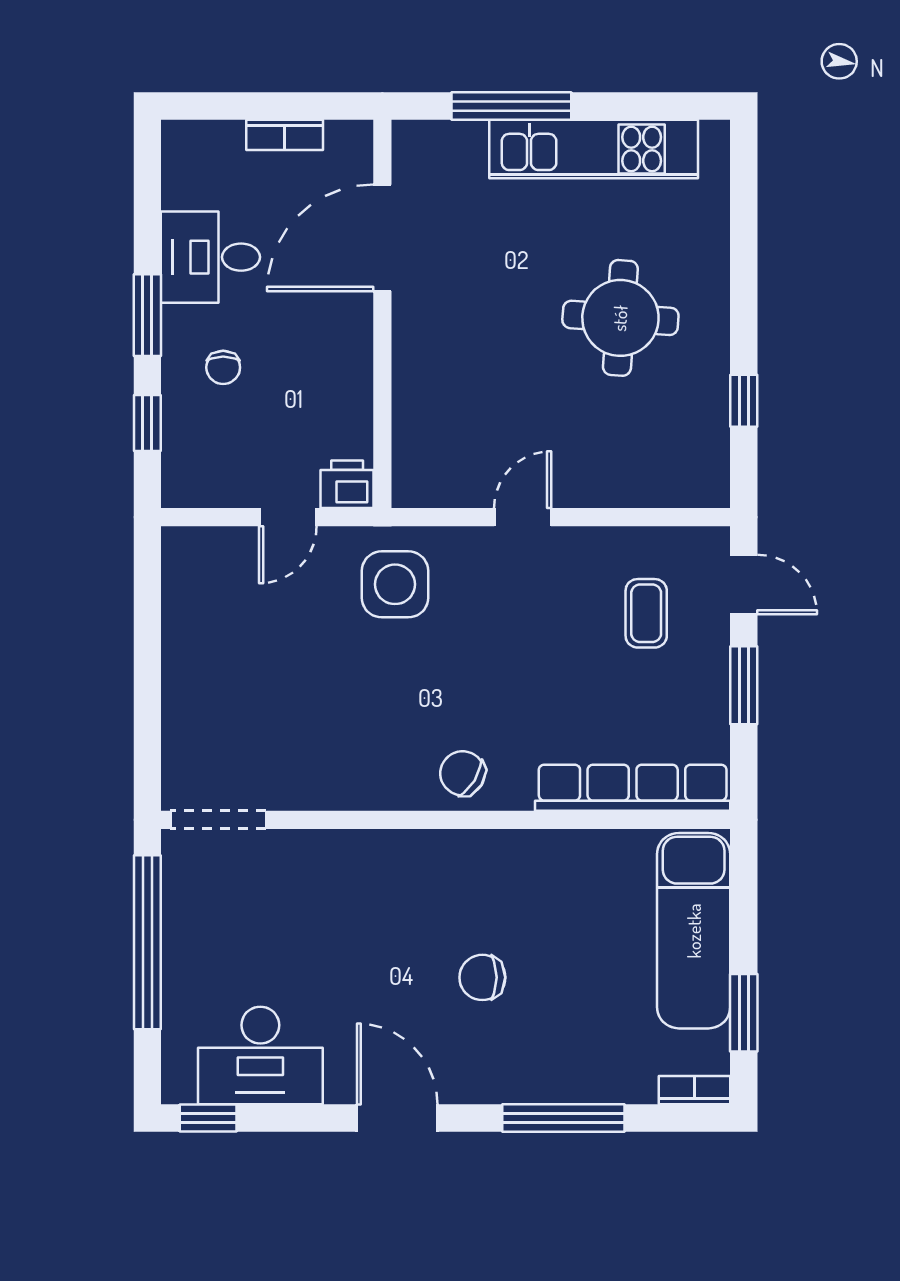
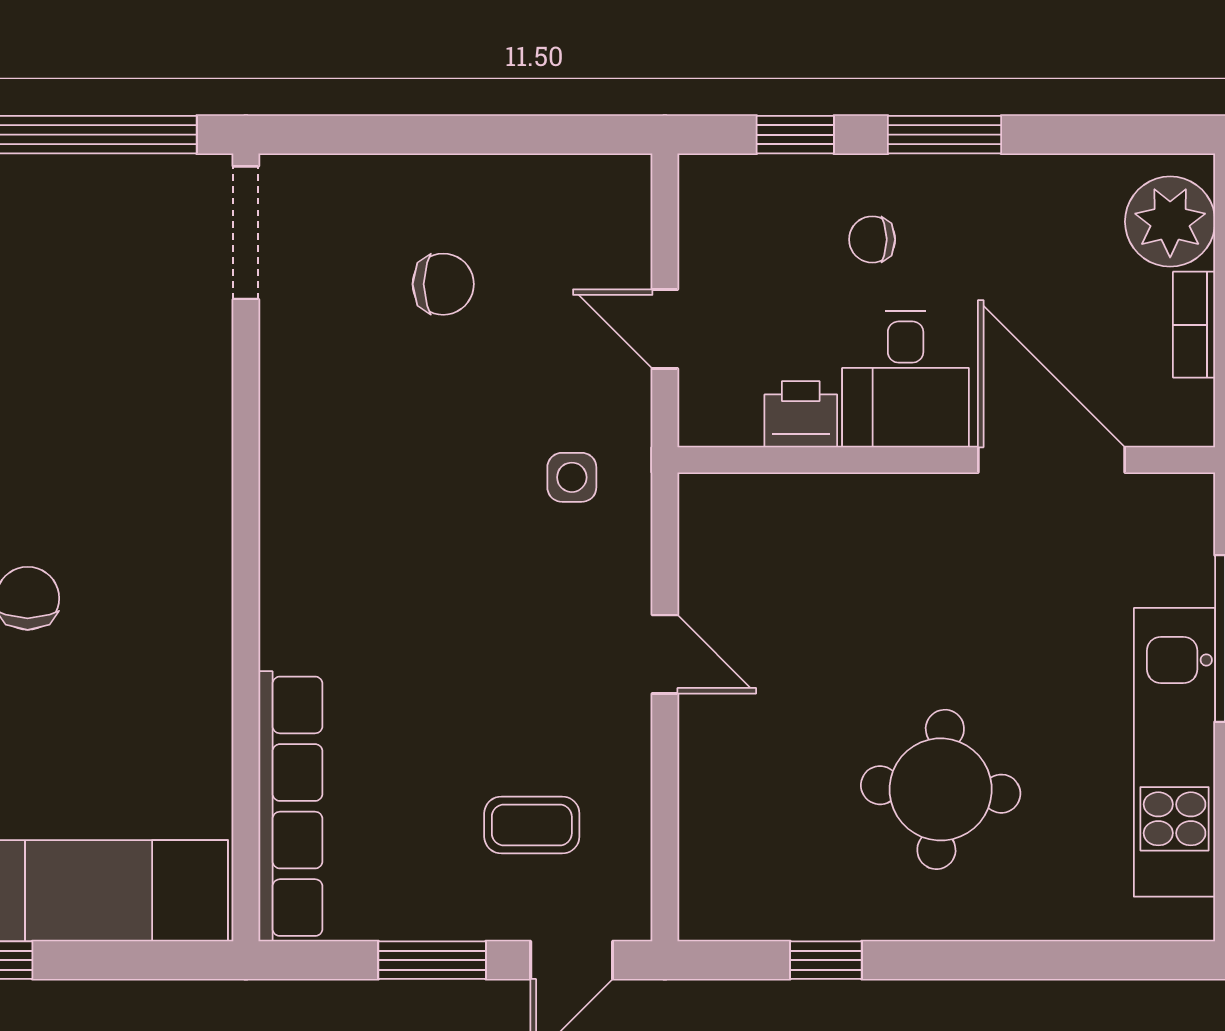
plant: (210, 152) -> (1170, 222), added
desk: (210, 257) -> (906, 379), moved, turned 180
printer: (347, 484) -> (801, 414), moved, turned -90
side table: (395, 584) -> (572, 477), width x0.54, depth x0.54
chair: (463, 773) -> (443, 284), moved, turned 58

